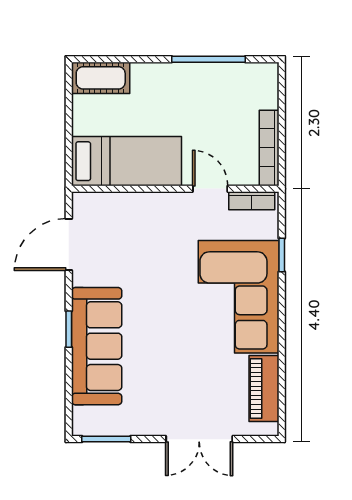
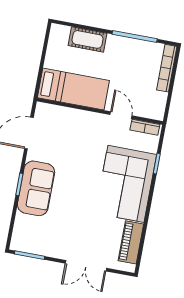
cot: (101, 78) -> (88, 39), moved
bookcase: (269, 148) -> (167, 68), moved
sofa: (97, 346) -> (36, 188), width x0.73

